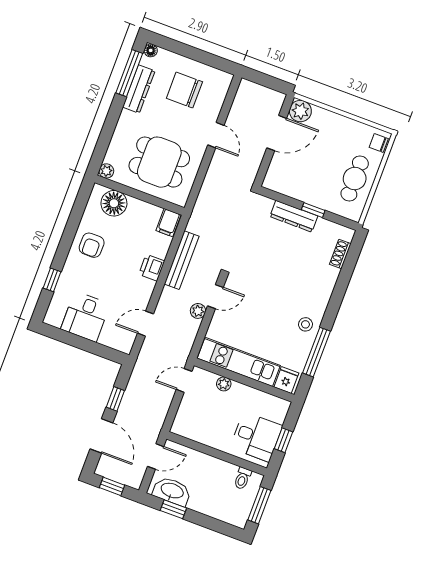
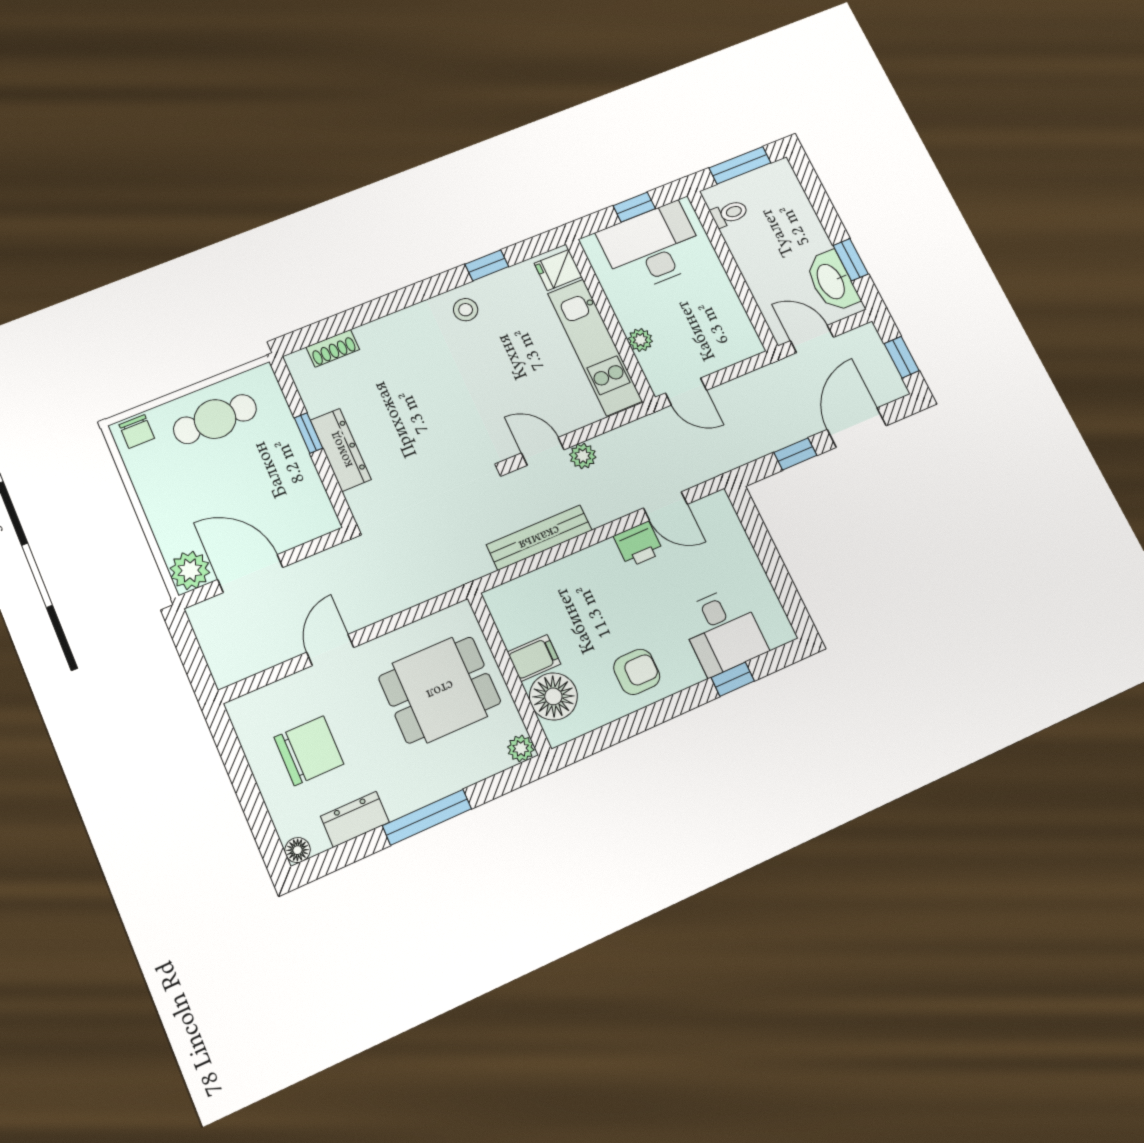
window: (129, 73) -> (427, 817), moved
dresser: (139, 89) -> (355, 819), width x0.70
chair: (184, 90) -> (309, 751), turned -90
dining table: (159, 162) -> (440, 690), turned 90
filing cabinet: (168, 223) -> (534, 658), moved
printer: (152, 268) -> (638, 544), moved
desk: (85, 317) -> (723, 631), moved, turned 90
window: (317, 352) -> (487, 265), width x0.46
desk: (256, 437) -> (652, 247), width x1.37

